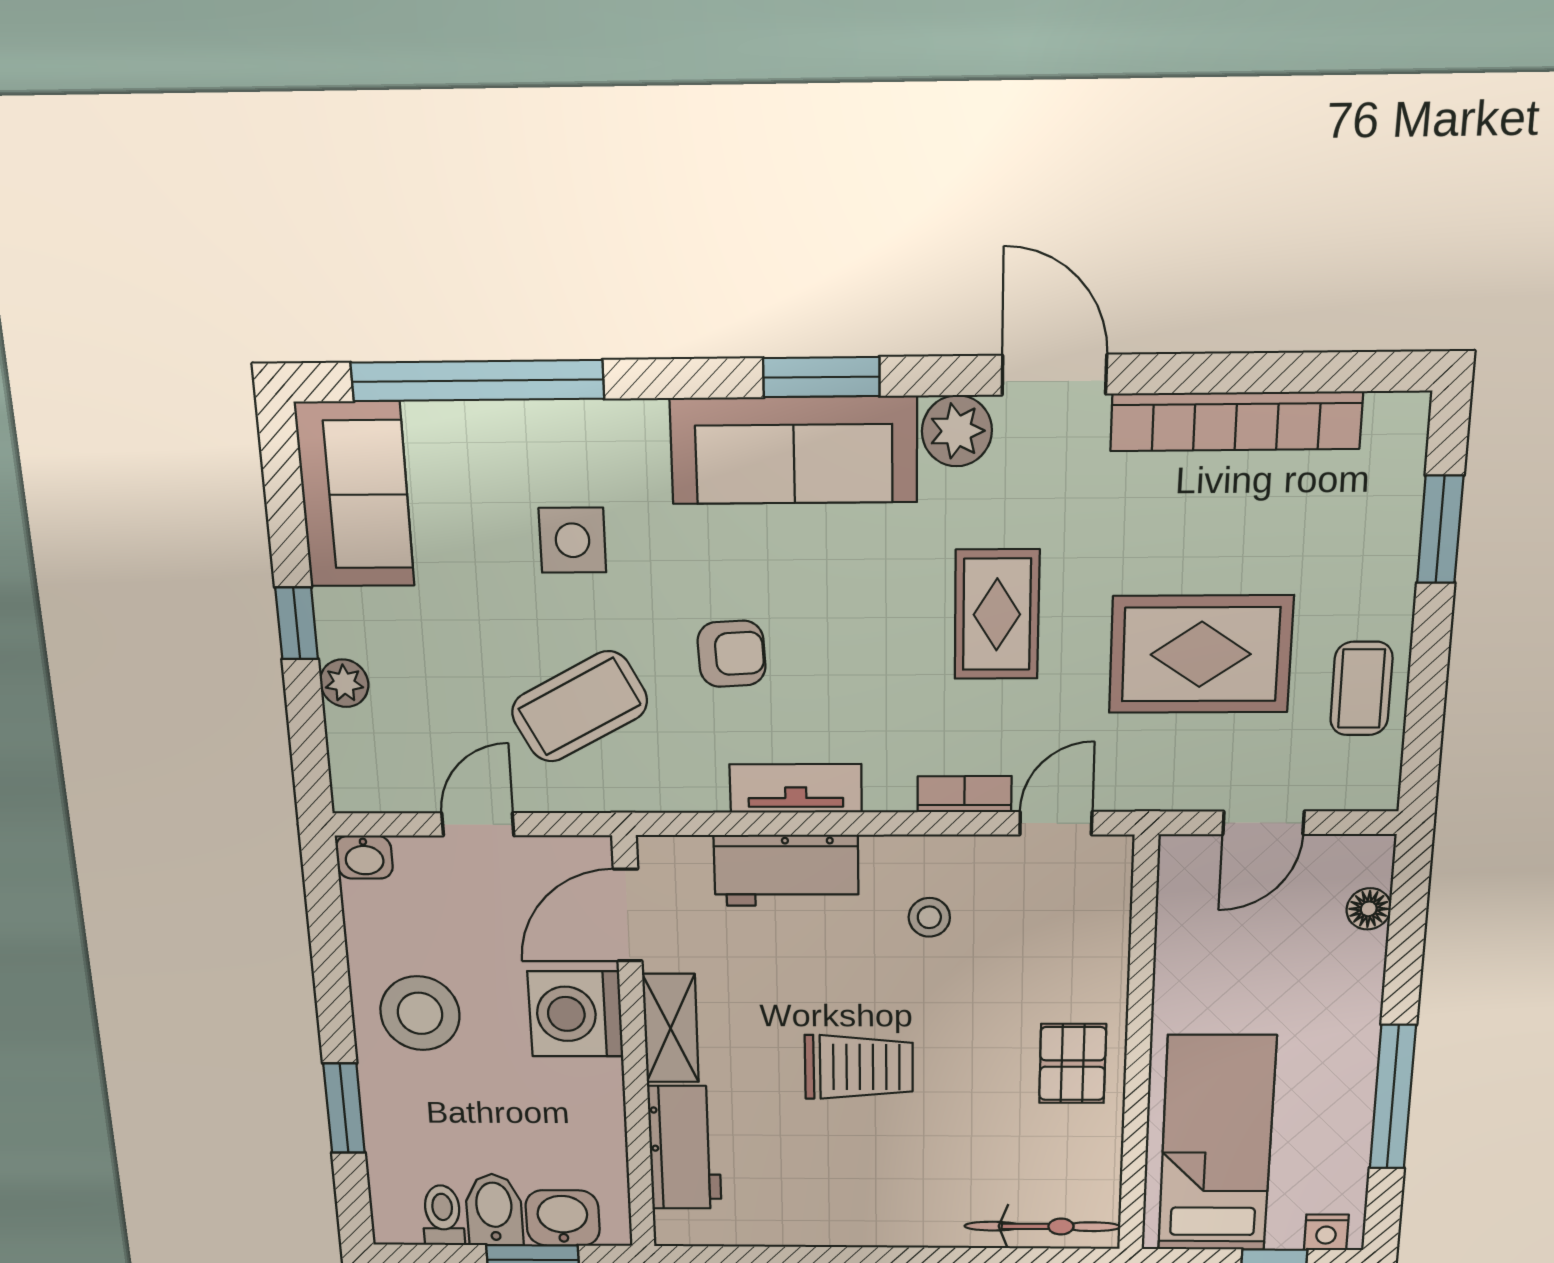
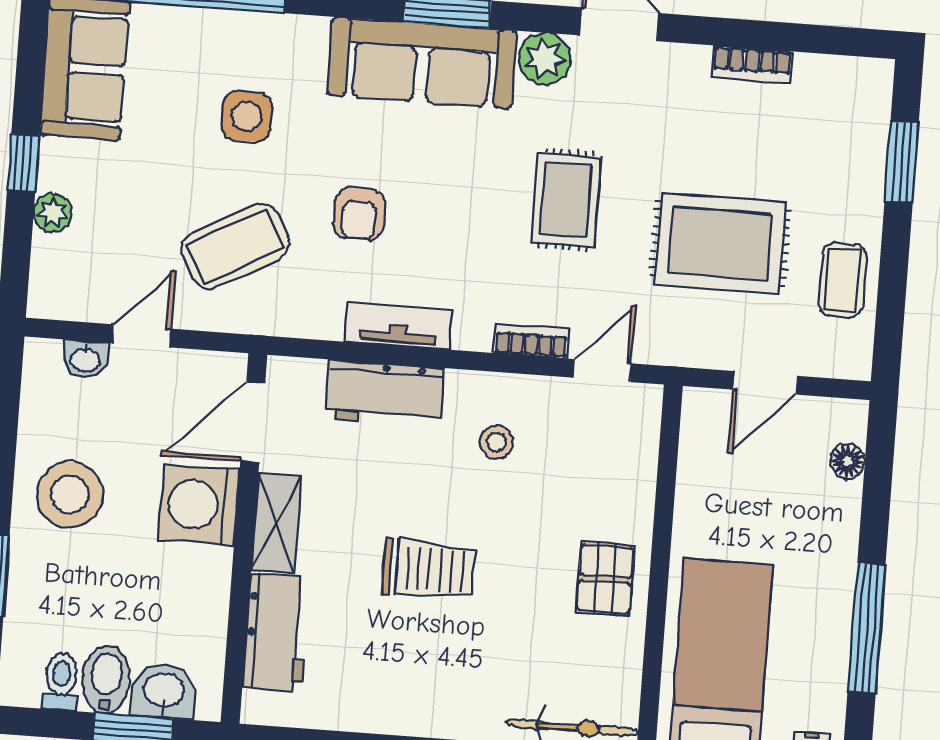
bookcase: (1236, 421) -> (752, 64), width x0.43, depth x0.76
armchair: (732, 654) -> (359, 214), turned 93
washbasin: (364, 857) -> (85, 359), moved

